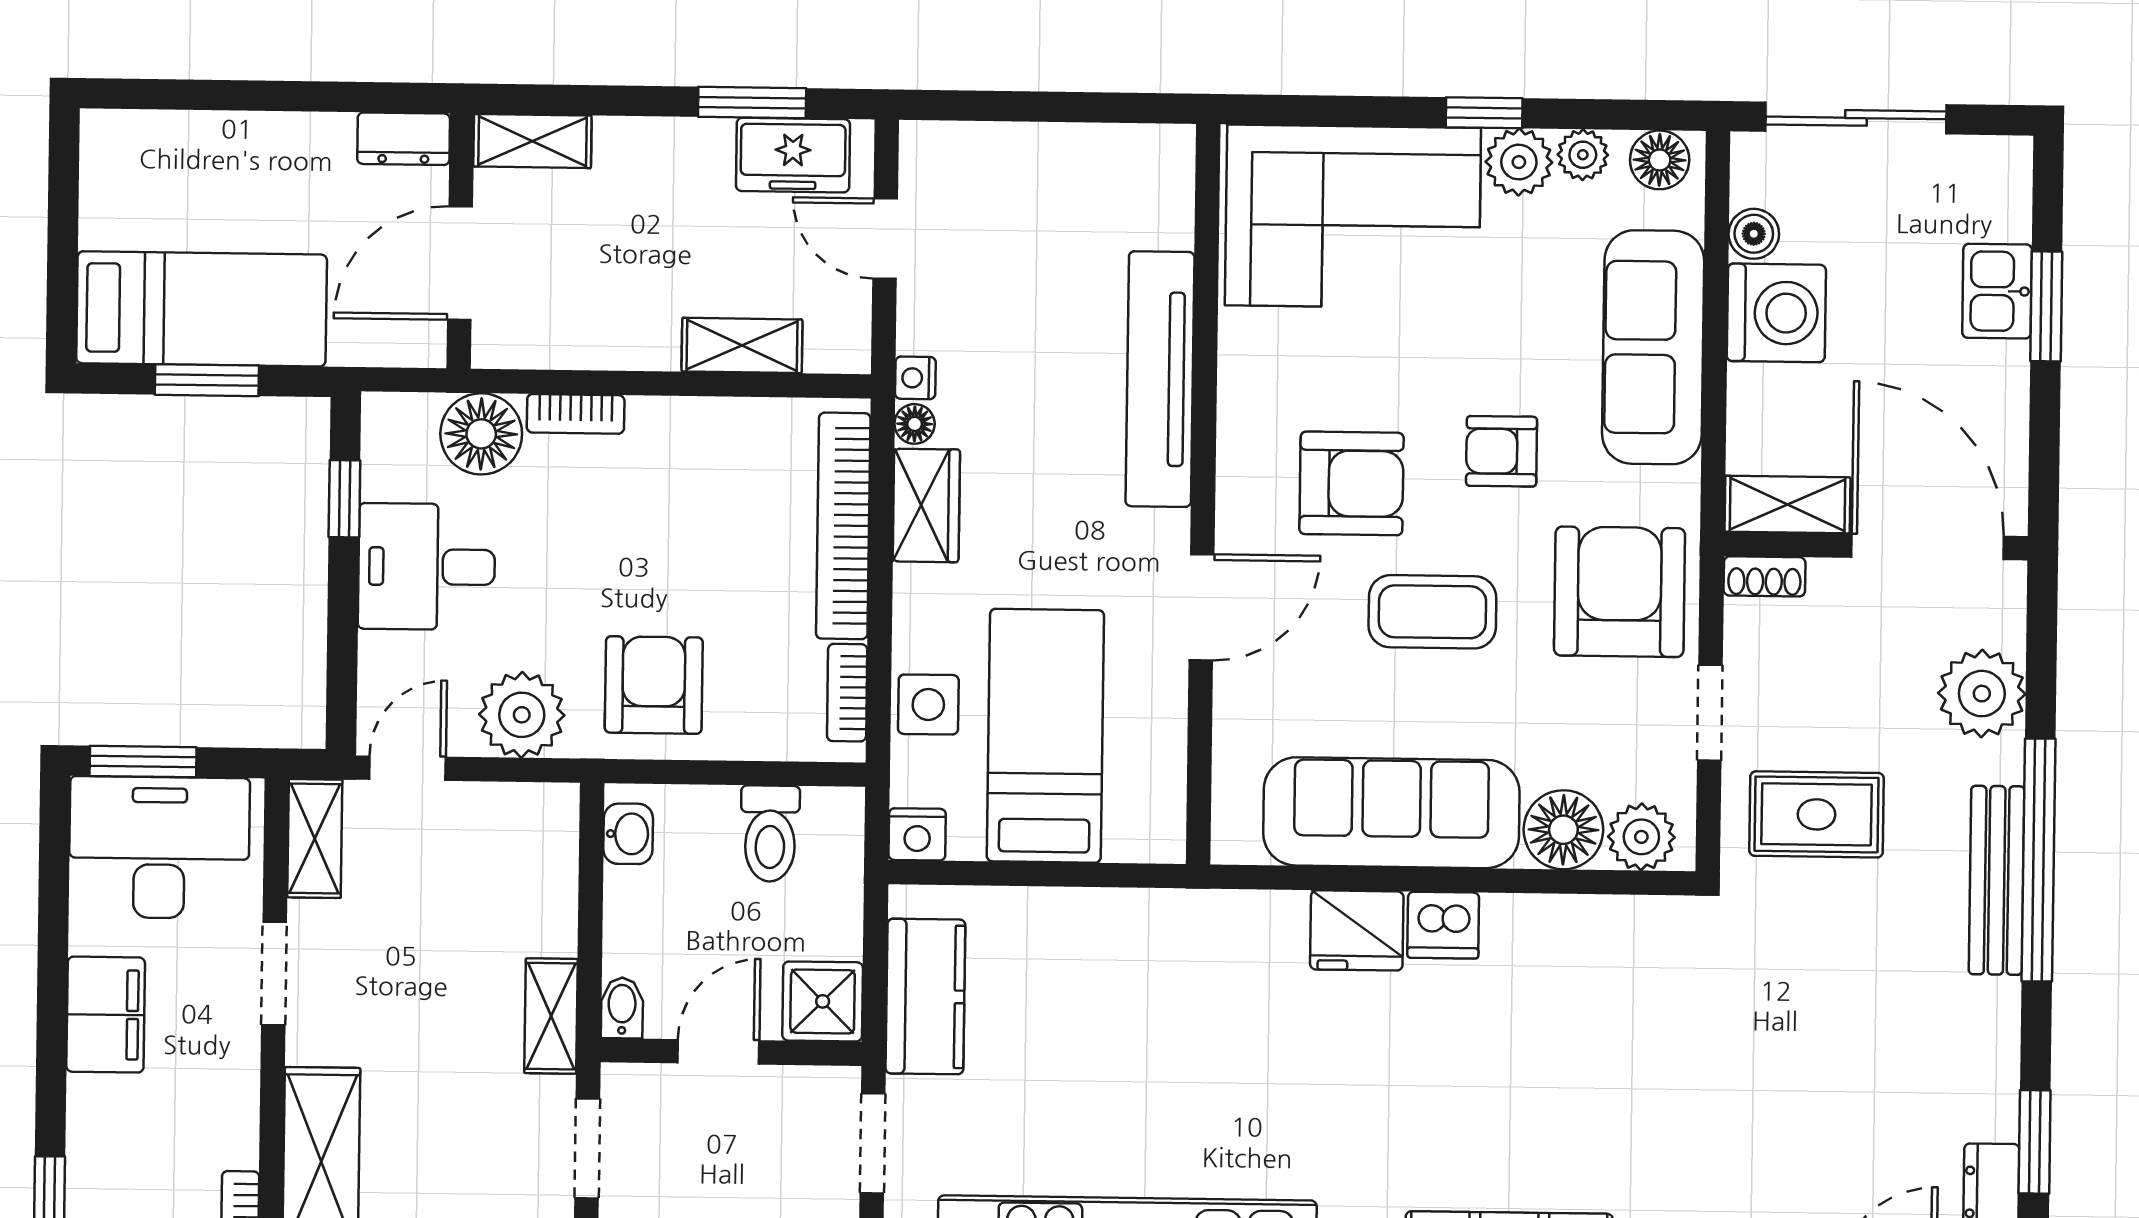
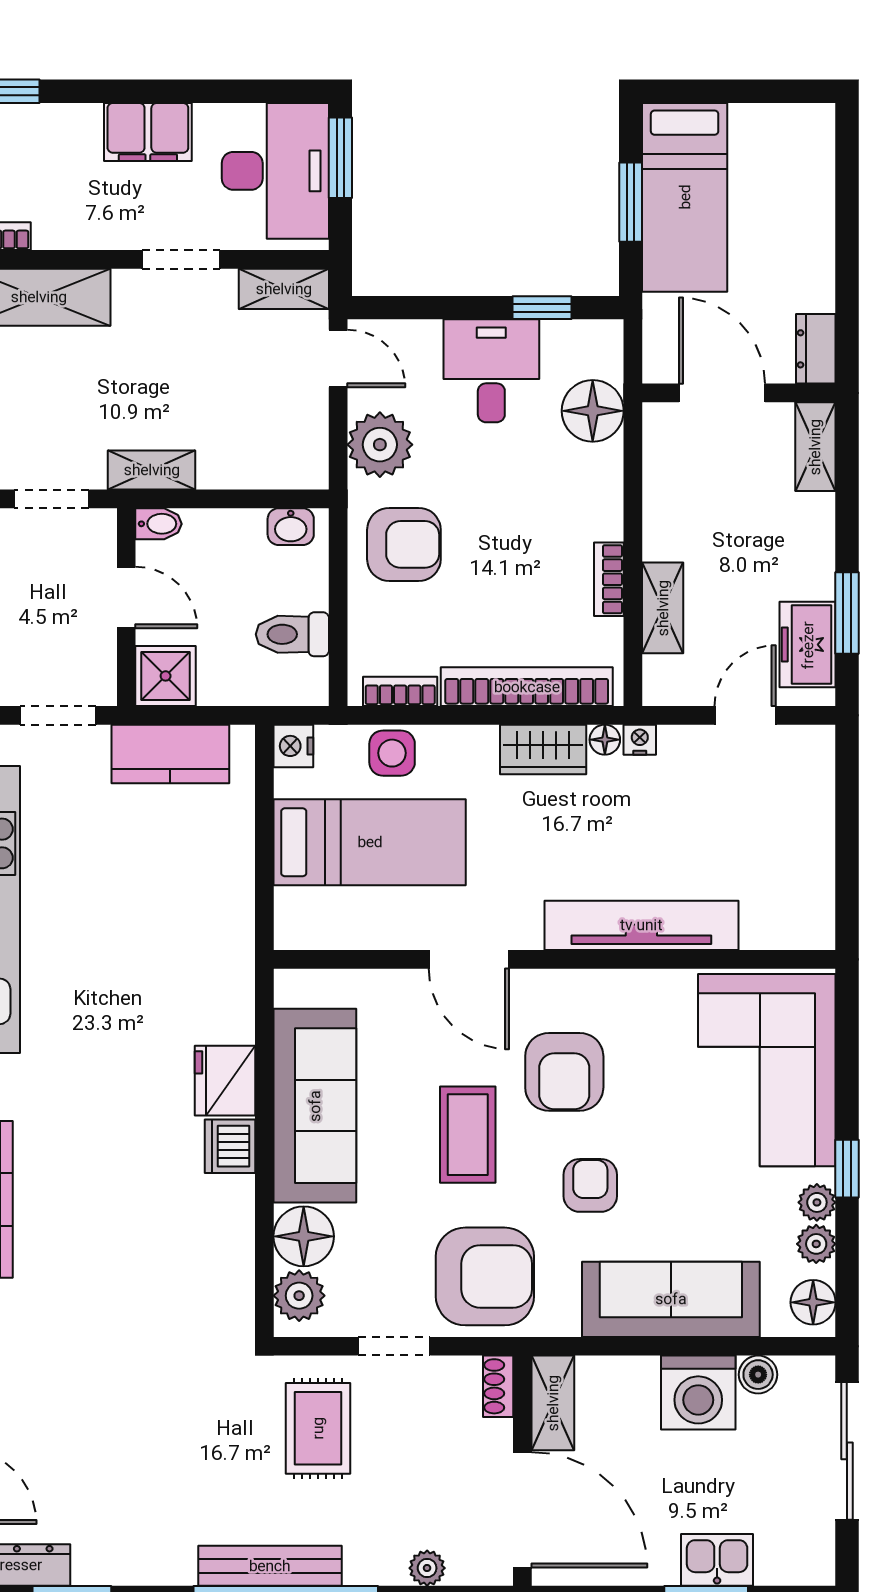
plant: (1519, 162) -> (817, 1202), width x0.73, depth x0.73
bookcase: (576, 414) -> (609, 579), moved
door: (1928, 547) -> (522, 1510), hinge flipped
plant: (1982, 694) -> (427, 1568), width x0.53, depth x0.53

